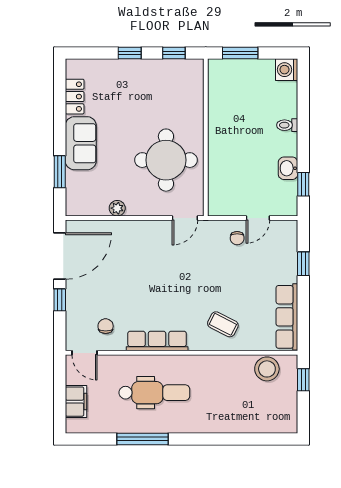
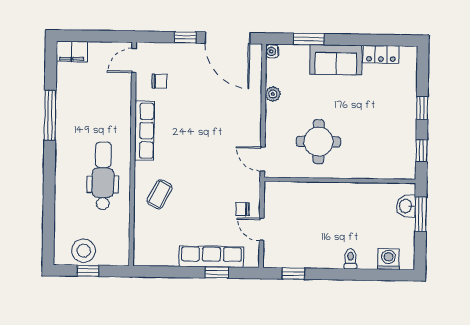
washing machine: (287, 70) -> (388, 259), moved
round table: (166, 160) -> (319, 142), width x0.73, depth x0.73
washbasin: (288, 168) -> (406, 206), moved, turned -90
water cooler: (73, 209) -> (272, 51), added
row of seats: (287, 317) -> (211, 257), moved
stool: (267, 369) -> (84, 251), moved
window: (303, 380) -> (88, 271), moved
dental chair: (154, 393) -> (103, 176), moved, turned 180
filing cabinet: (76, 402) -> (72, 52), moved

